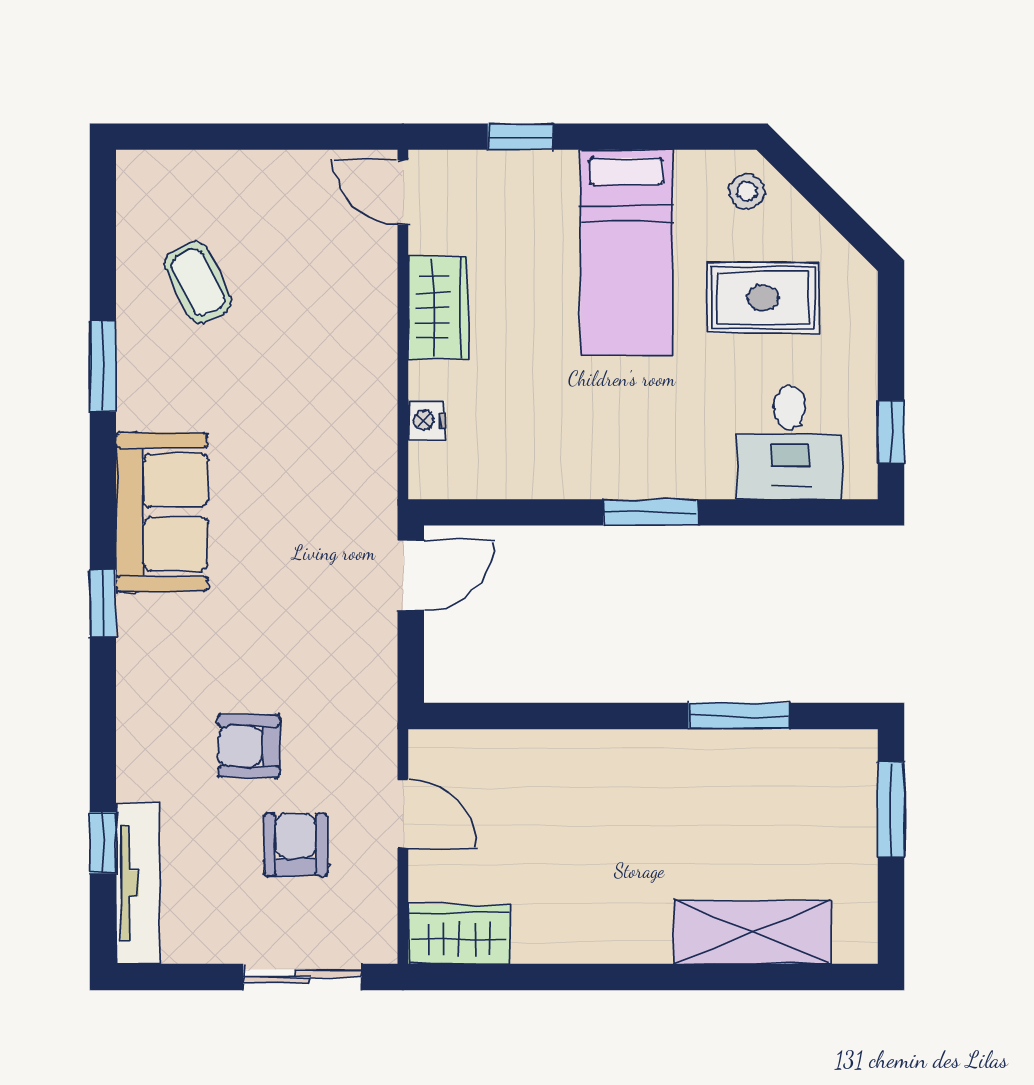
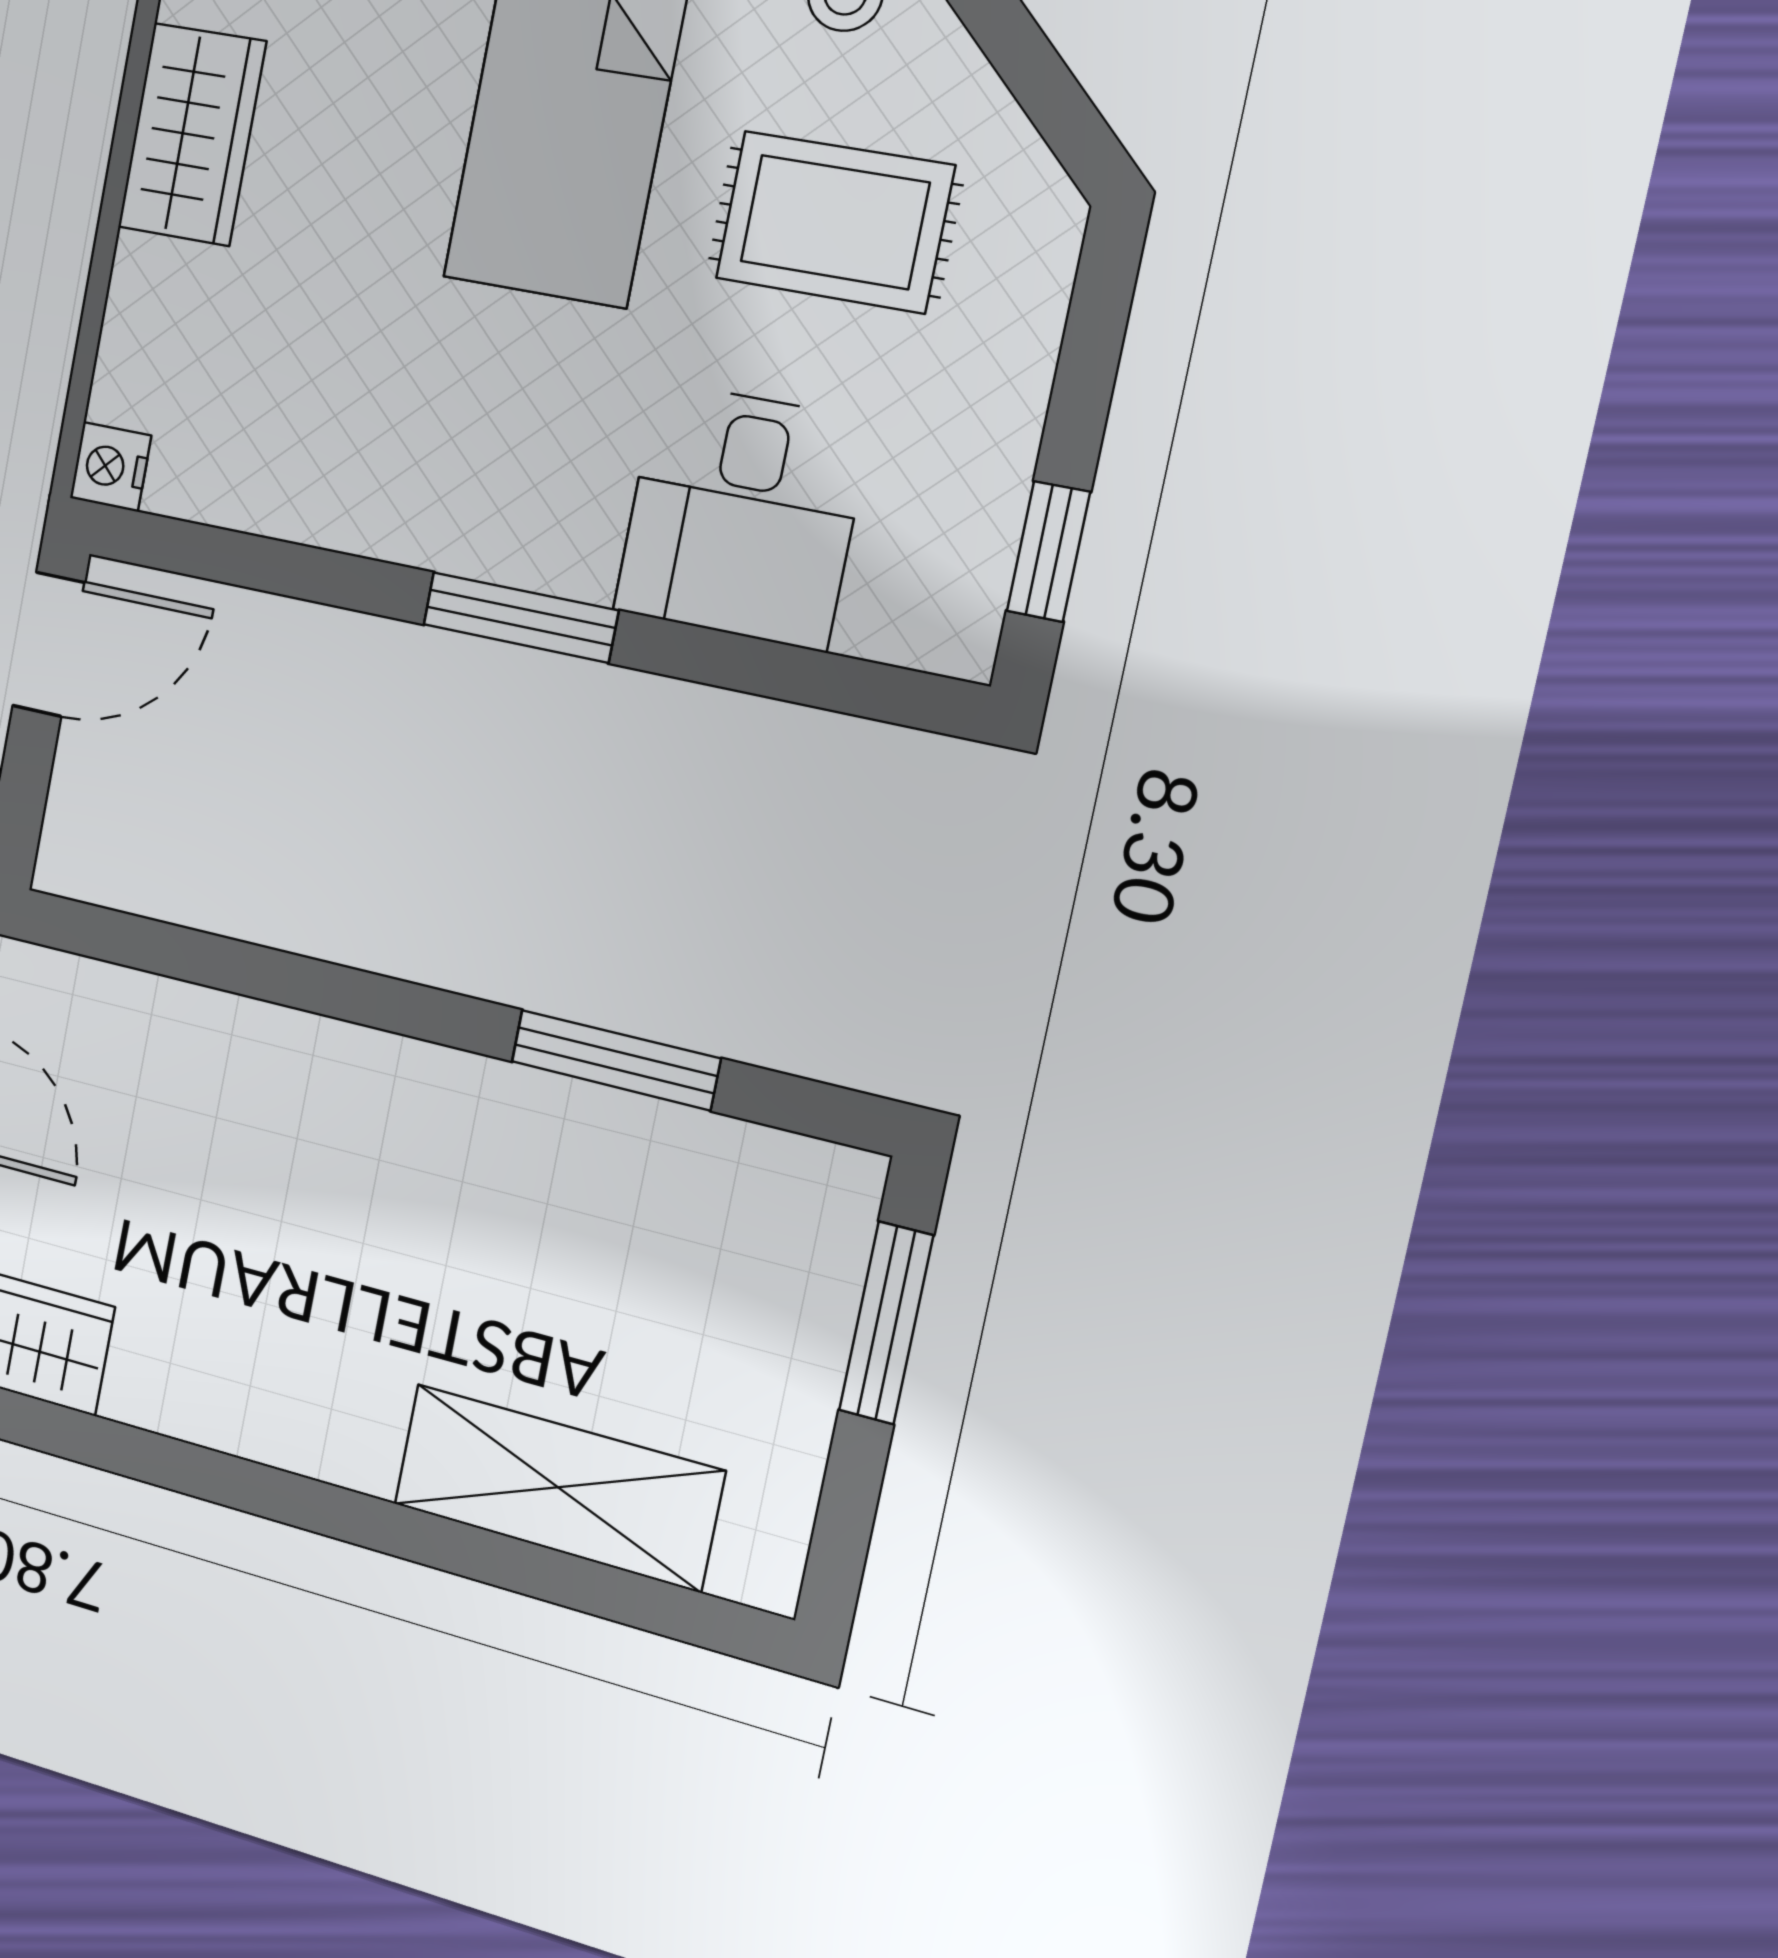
nightstand: (427, 421) -> (111, 467), moved
desk: (790, 443) -> (742, 516), moved

